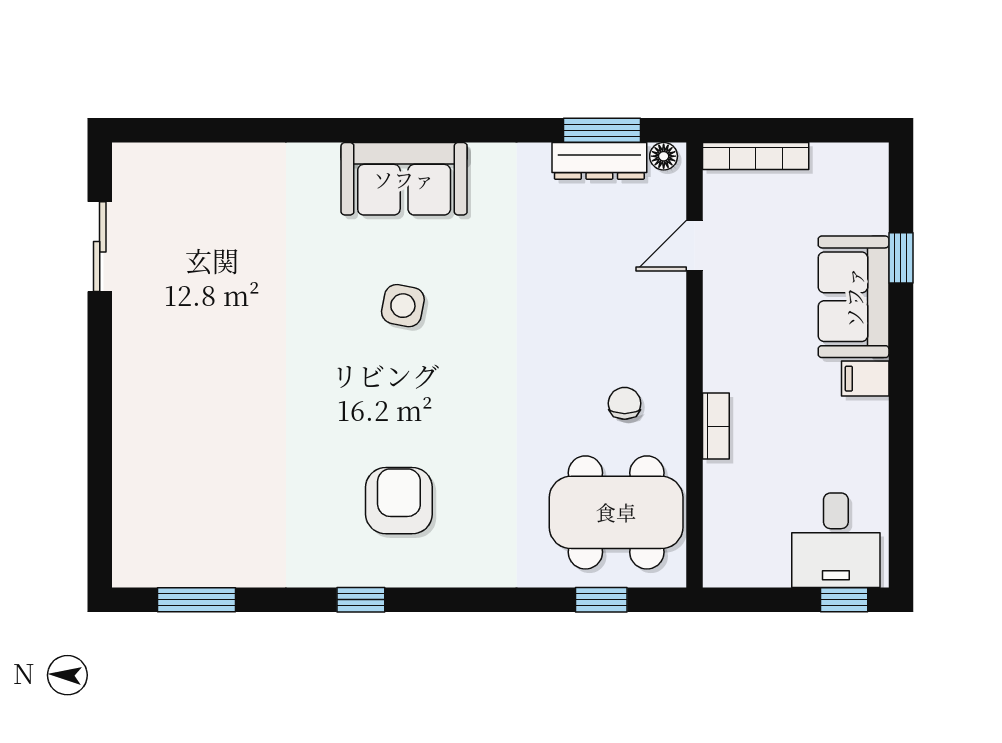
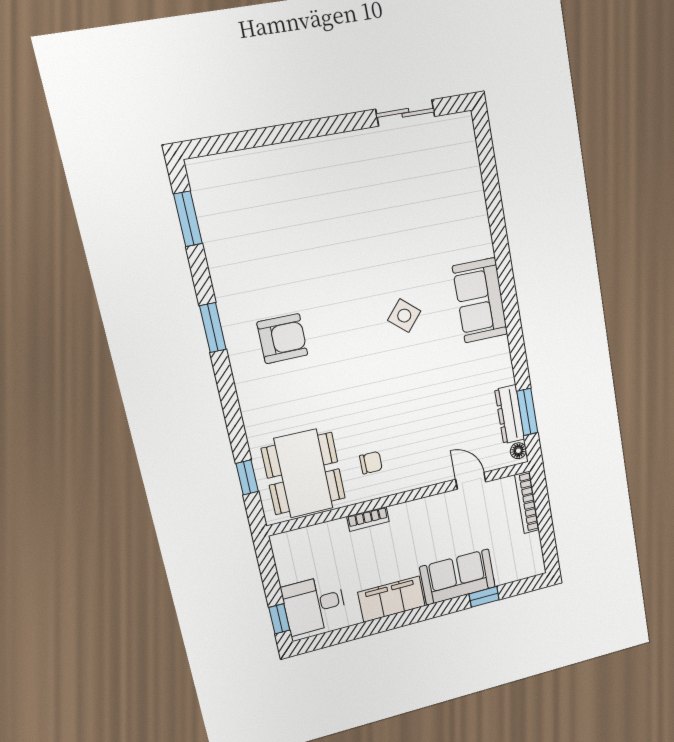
side table: (403, 306) -> (404, 316), turned 30
filing cabinet: (865, 379) -> (392, 599), width x3.00, depth x1.17
window: (361, 600) -> (213, 328), width x1.50

